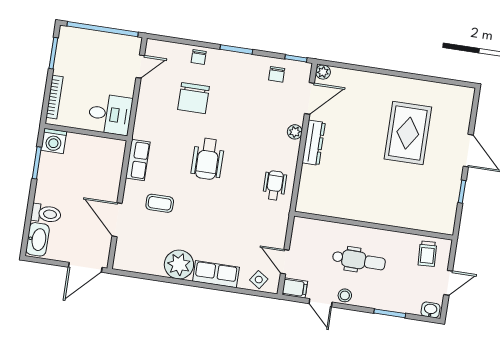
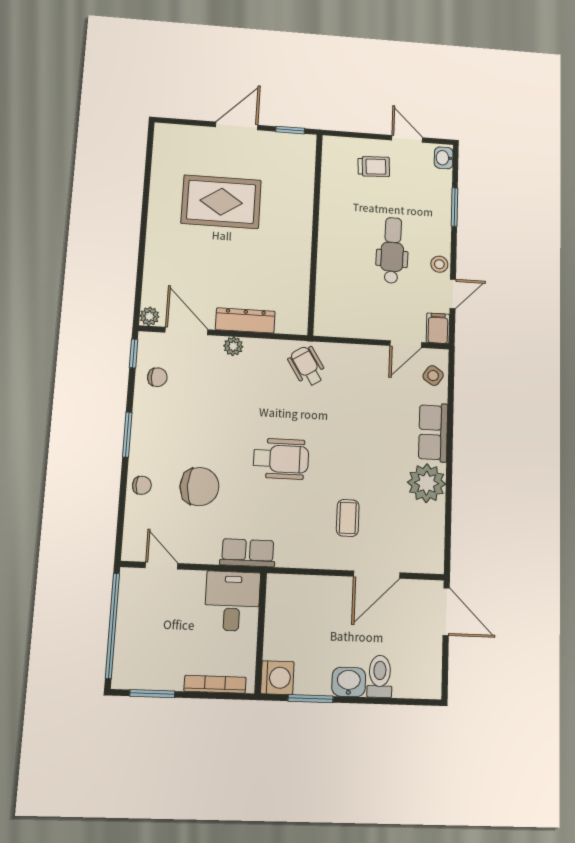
row of seats: (138, 160) -> (248, 553), moved
wheelchair: (275, 185) -> (307, 366), turned 58
wall: (374, 226) -> (315, 233), moved
washbasin: (38, 239) -> (349, 682), moved, width x0.72

